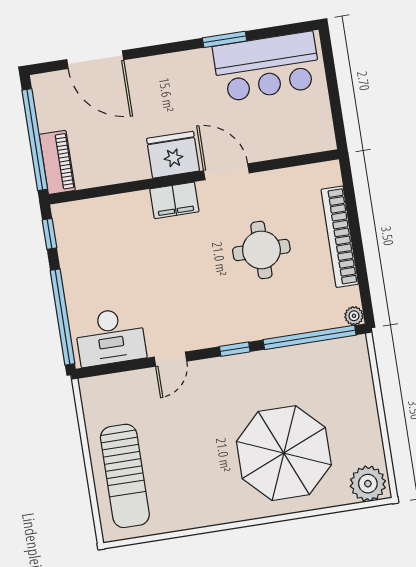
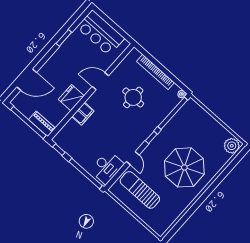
bar counter: (267, 67) -> (101, 33), moved, turned 90
fridge: (173, 155) -> (71, 98), moved
filing cabinet: (174, 200) -> (83, 114), moved
parasol: (284, 453) -> (184, 167), moved
sun lounger: (125, 476) -> (140, 190), moved, turned 180

